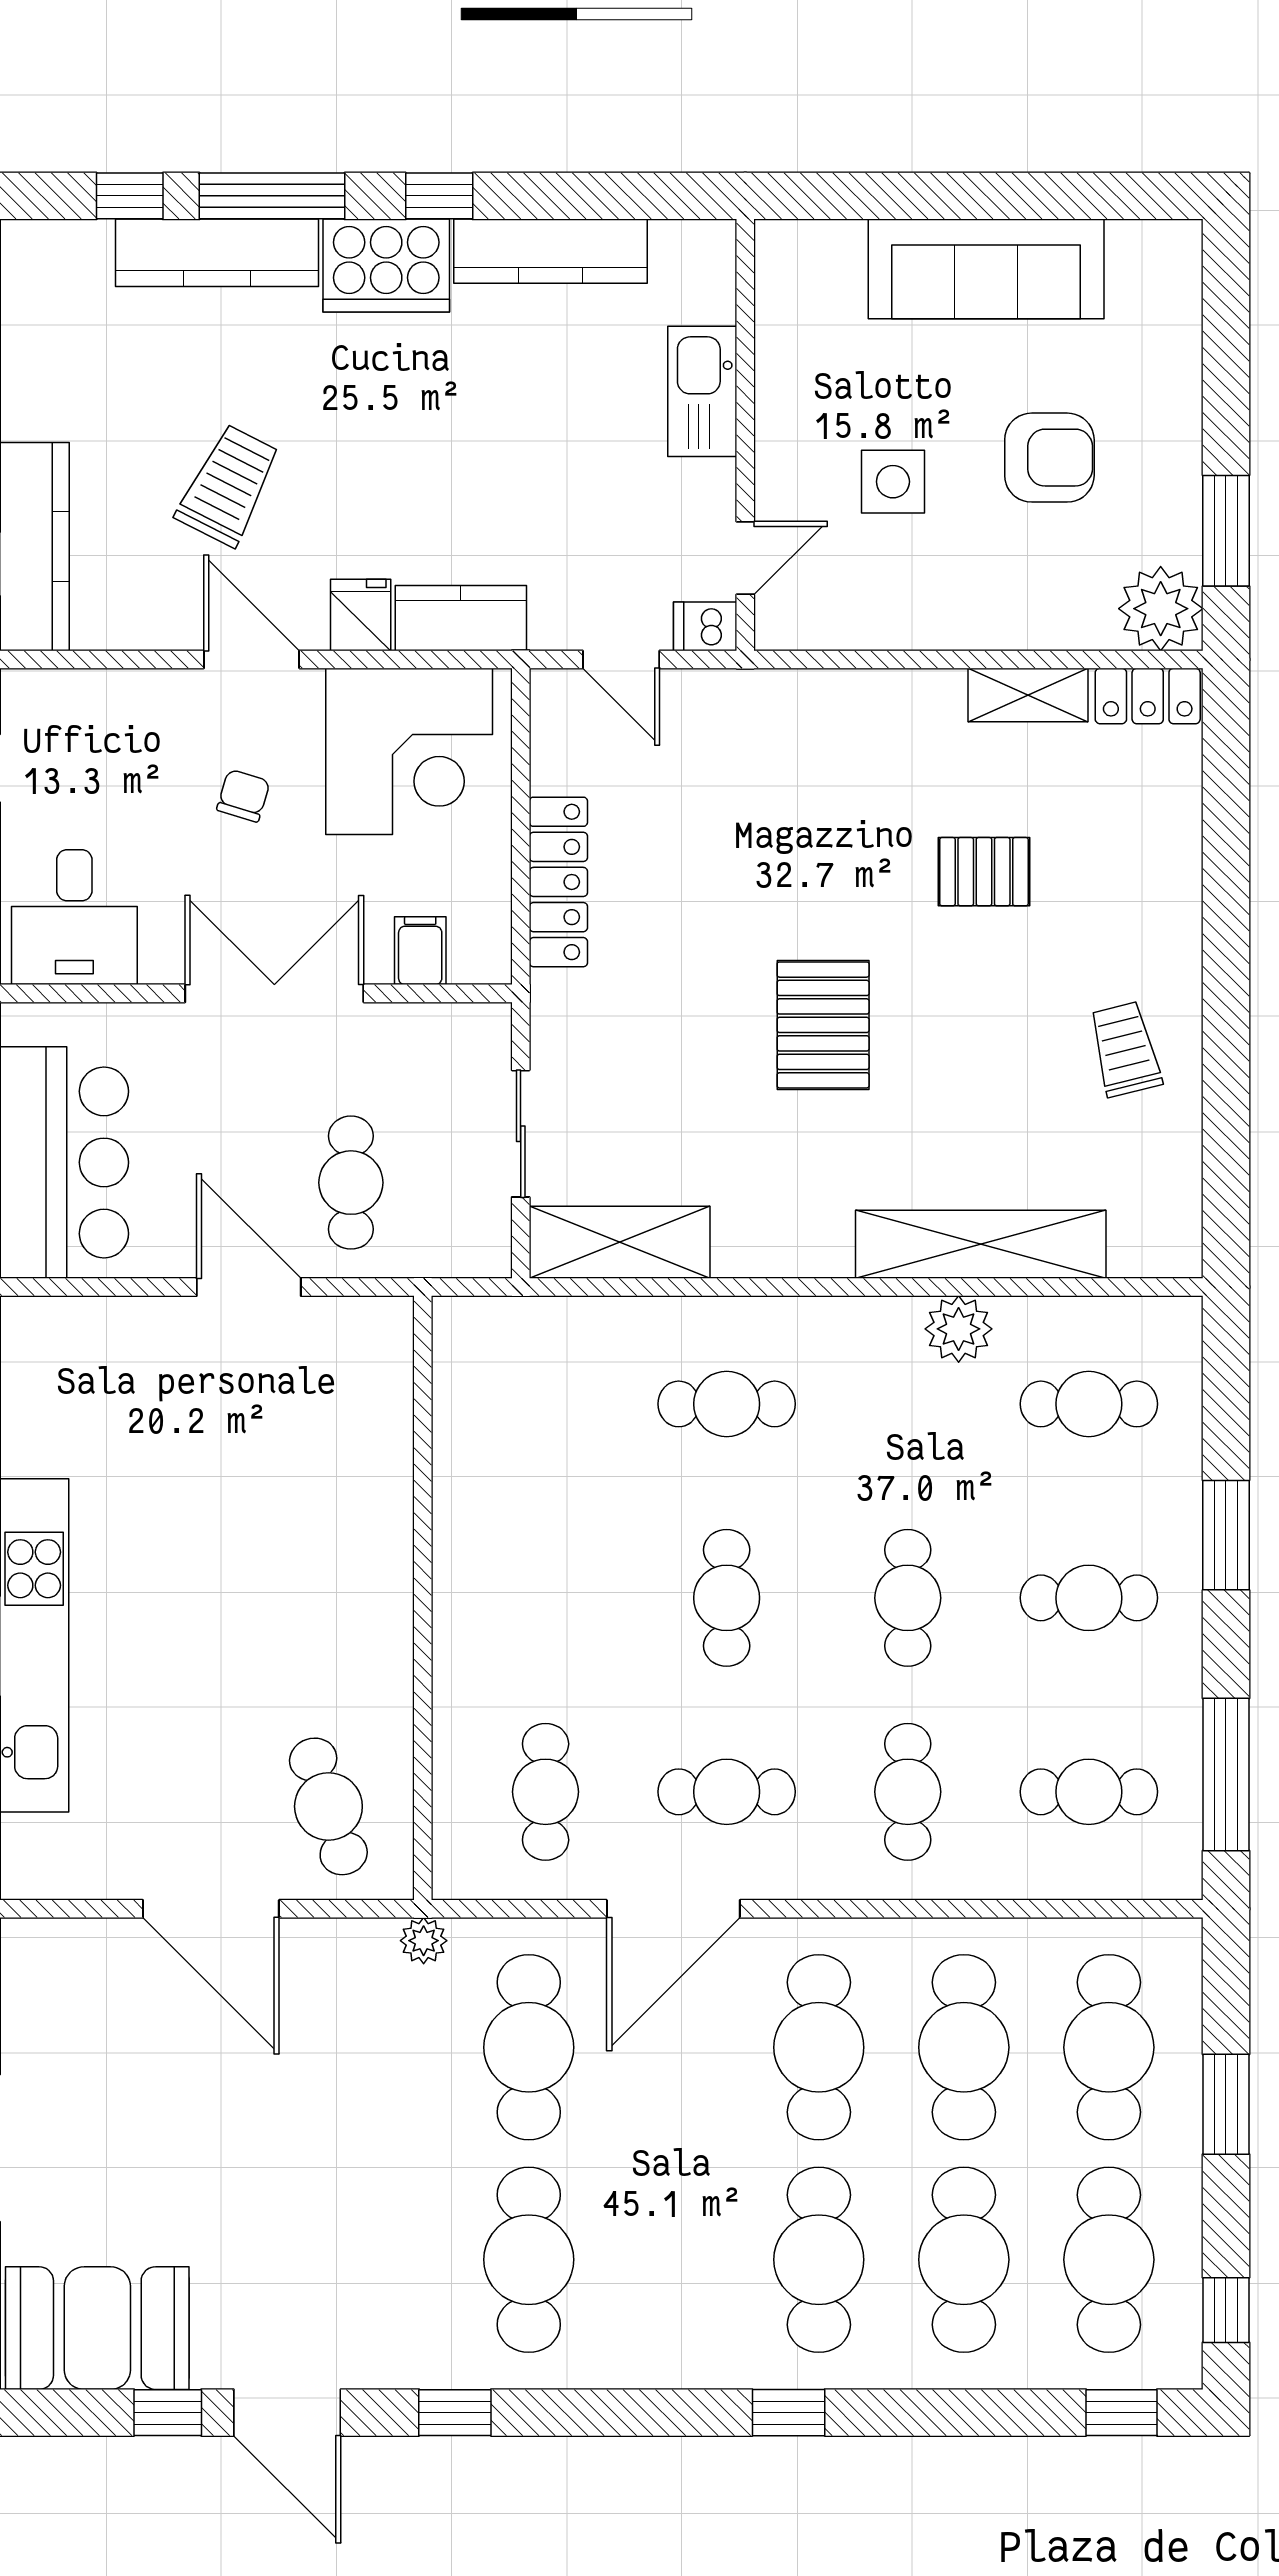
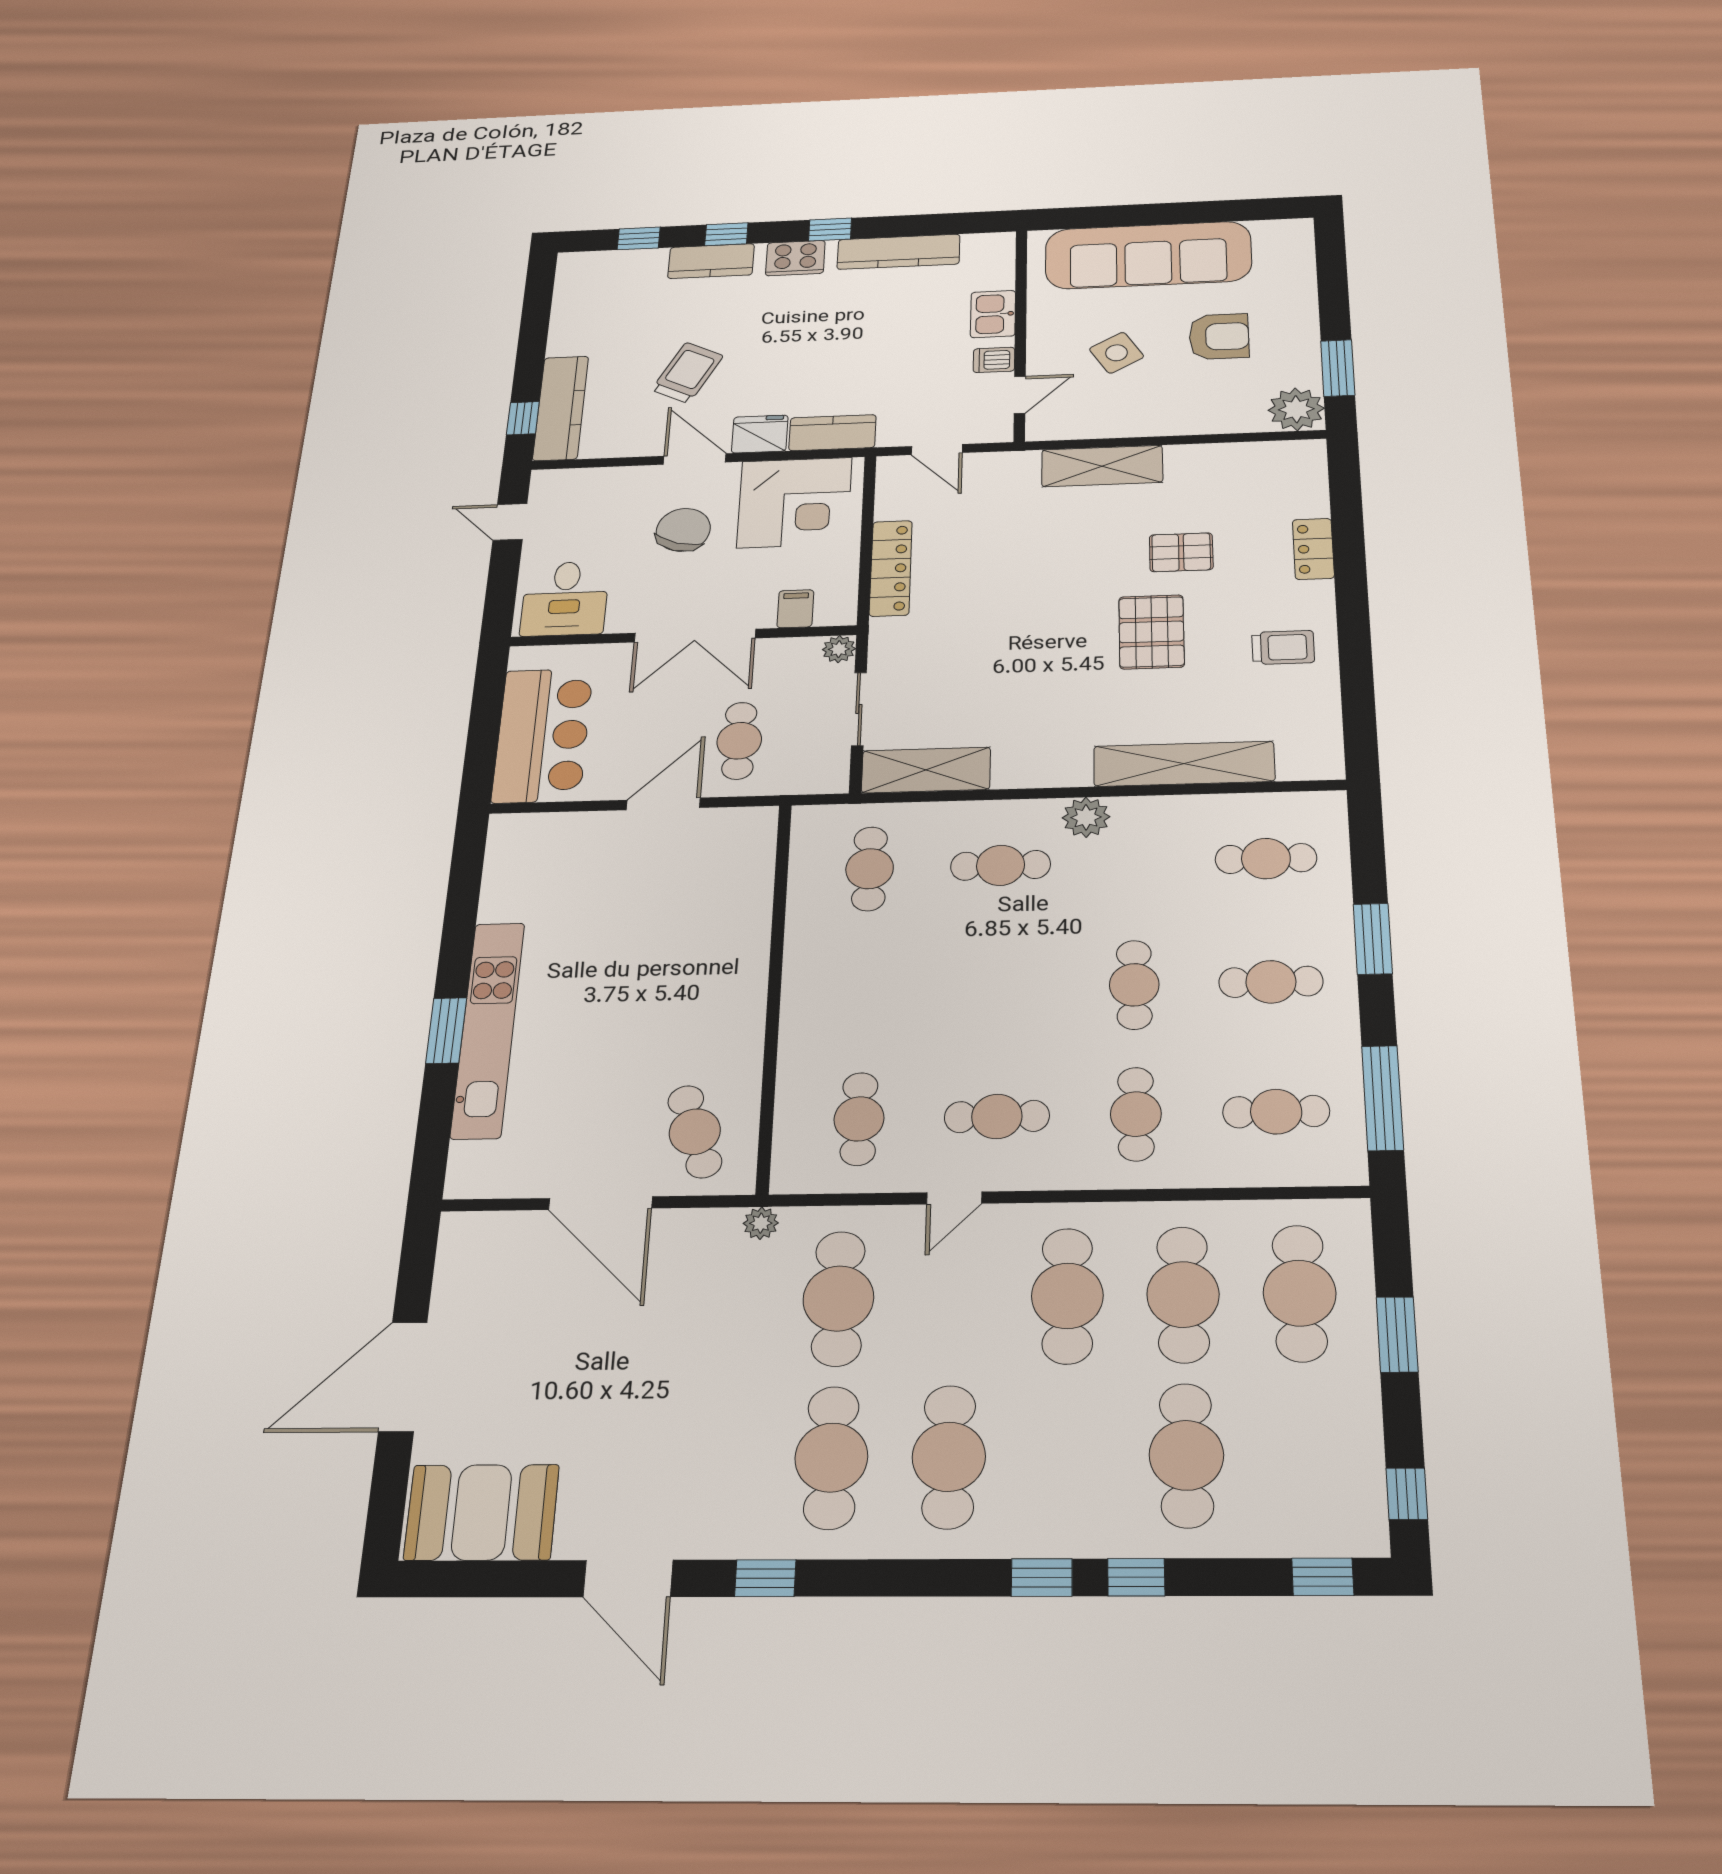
window: (272, 196) -> (726, 234), width x0.46
kitchen counter: (217, 253) -> (711, 261), width x0.67
cooker: (386, 266) -> (795, 258), width x0.73, depth x0.76
sofa: (986, 269) -> (1148, 255), width x1.36, depth x1.27
kitchen sink: (702, 391) -> (993, 314), width x0.73
side table: (893, 482) -> (1117, 353), turned -31
fridge: (361, 615) -> (760, 434), width x1.38
dishwasher: (705, 626) -> (994, 360), moved
shelving: (1028, 695) -> (1102, 466), moved, width x1.50, depth x1.33
locker: (1148, 696) -> (1313, 549), moved, turned 90
chair: (243, 796) -> (683, 530), width x1.87, depth x1.87
double door: (274, 993) -> (695, 636), swing flipped
pallet: (823, 1025) -> (1151, 632), moved
plant: (488, 1027) -> (839, 649), added
trolley: (1125, 1049) -> (1283, 647), turned 104
door: (249, 1287) -> (663, 804), hinge flipped
plant: (959, 1329) -> (1086, 817), moved
cafe table: (727, 1598) -> (870, 869), moved
door: (673, 1909) -> (954, 1198), width x0.53
cafe table: (819, 2260) -> (949, 1457), moved
cafe table: (1109, 2260) -> (1307, 1454), removed
window: (168, 2413) -> (1136, 1577), moved

